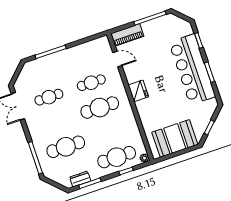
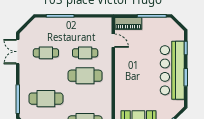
fridge: (138, 91) -> (122, 73), removed

